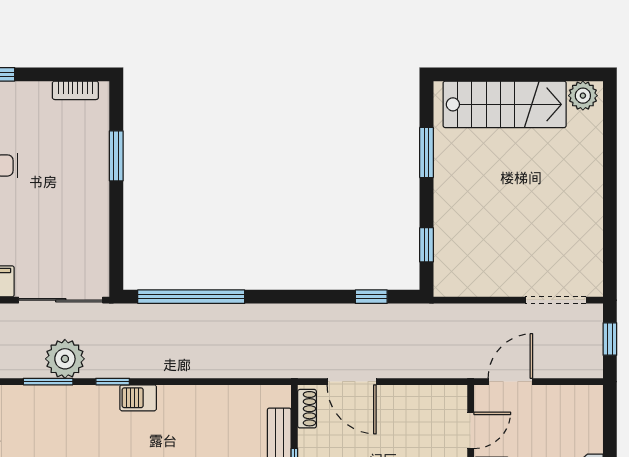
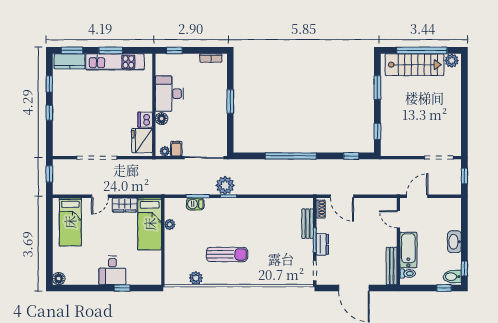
window: (520, 74) -> (422, 50), added
window: (116, 156) -> (230, 102), moved
window: (191, 297) -> (291, 156), moved
plant: (65, 359) -> (225, 185), moved
barbecue: (138, 398) -> (195, 204), moved
door: (471, 430) -> (398, 219), swing flipped

